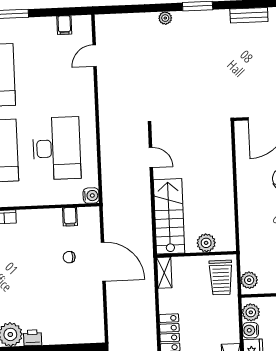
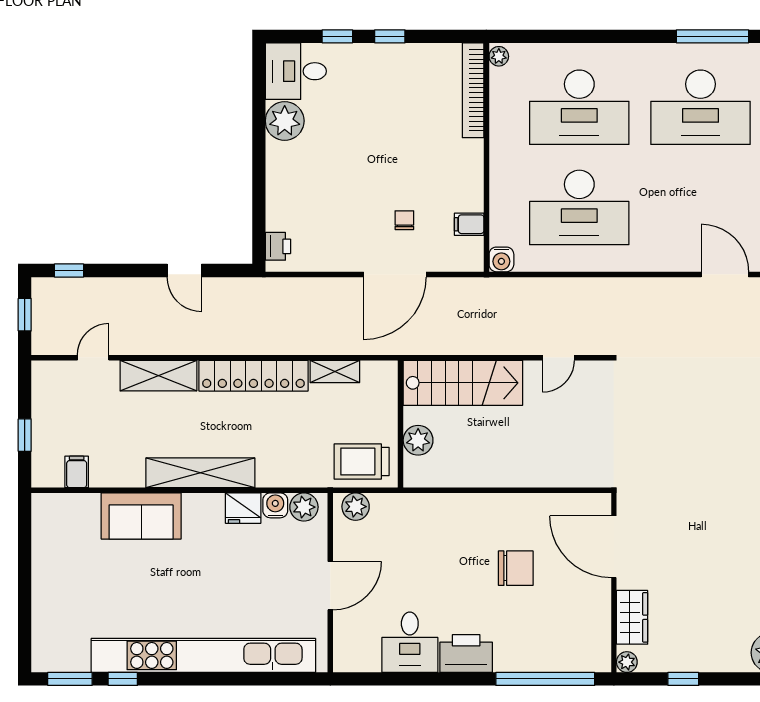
door: (95, 56) -> (725, 274), width x1.38
shelving: (164, 273) -> (335, 371), moved
printer: (33, 338) -> (278, 246), moved

